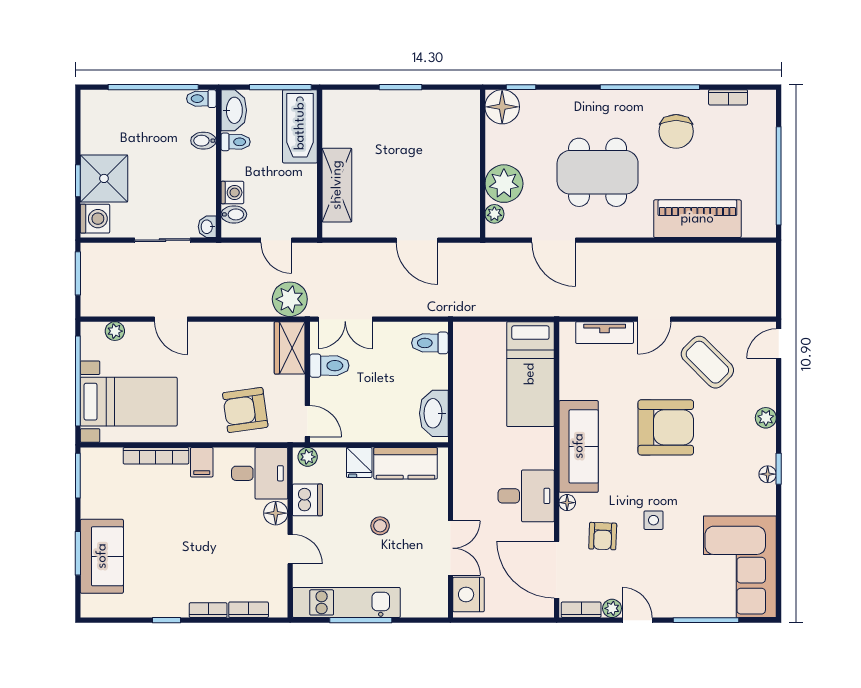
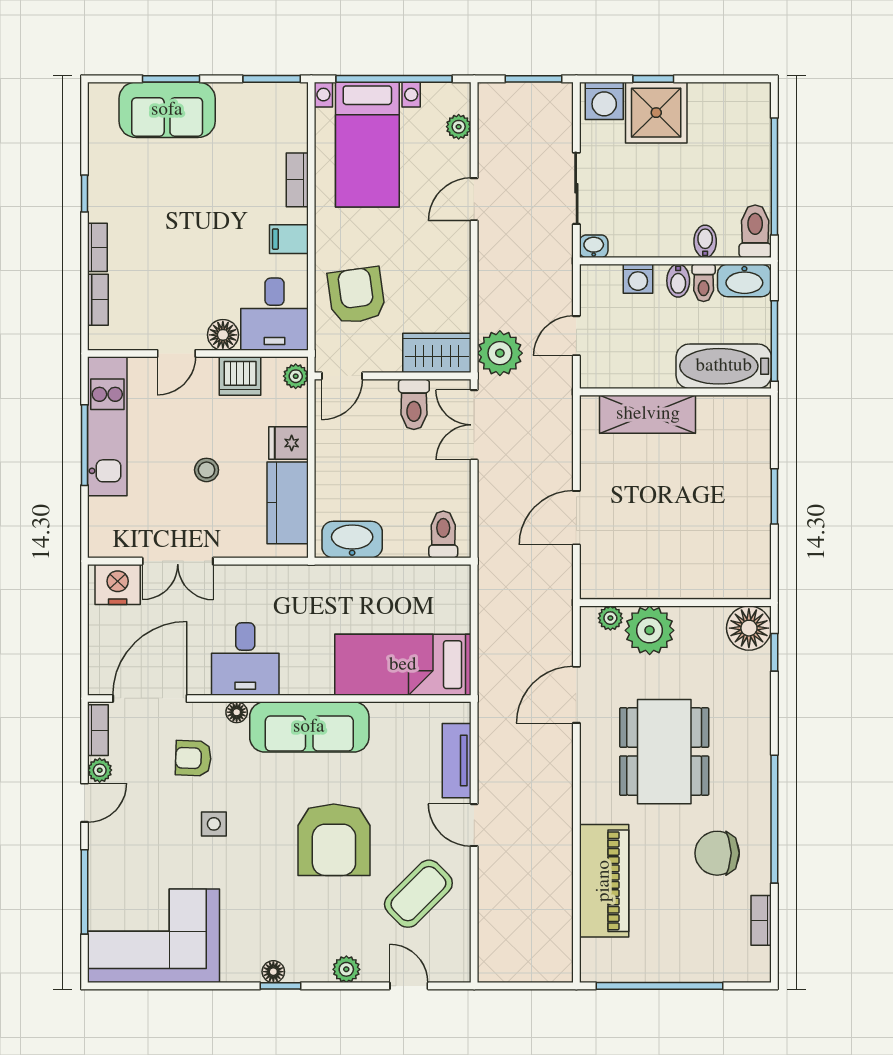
toilet: (201, 99) -> (755, 231), width x1.37, depth x1.39
bidet: (234, 214) -> (678, 281), moved
door: (779, 344) -> (409, 986), moved
bookcase: (156, 456) -> (297, 180), width x0.64

